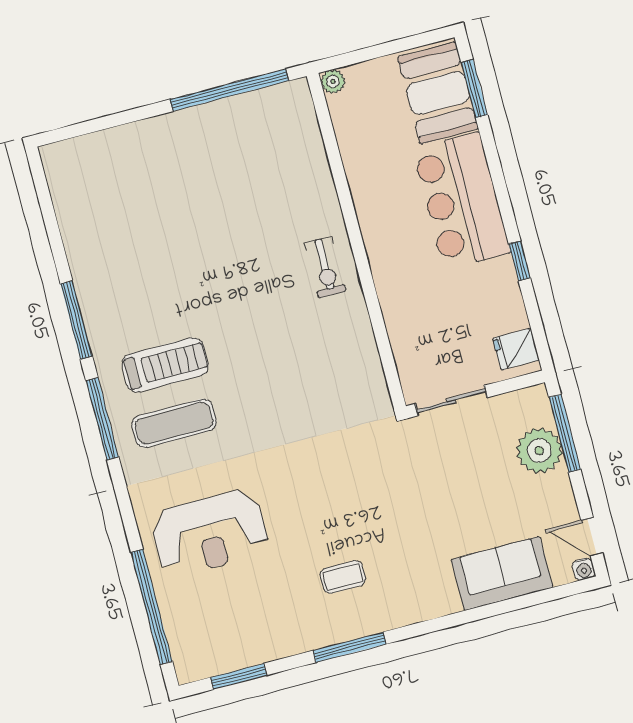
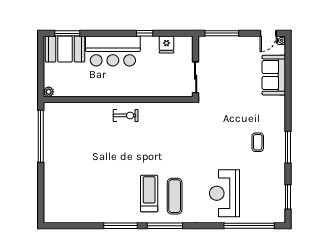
fridge: (516, 349) -> (167, 44), moved
plant: (539, 451) -> (226, 46), removed
reception desk: (210, 533) -> (225, 193), turned 180

